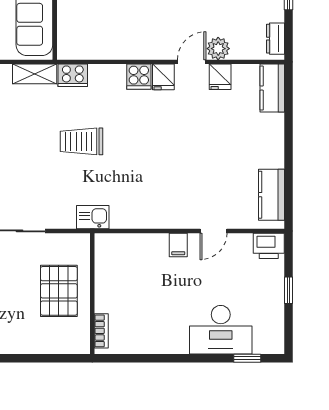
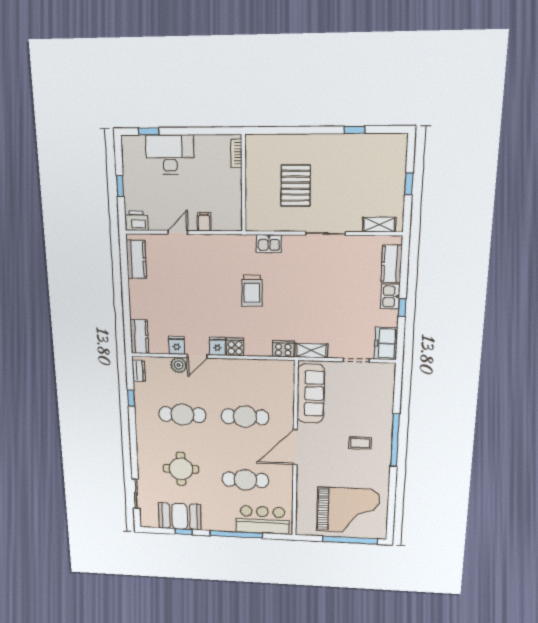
trolley: (82, 141) -> (252, 291), moved, turned 90
wall: (92, 294) -> (244, 184), moved
bookcase: (101, 331) -> (236, 153), moved

